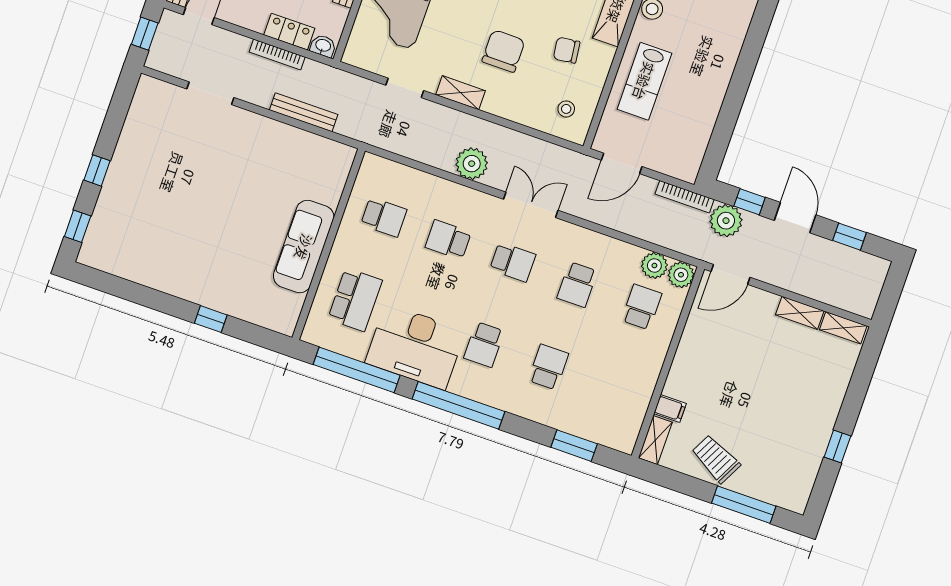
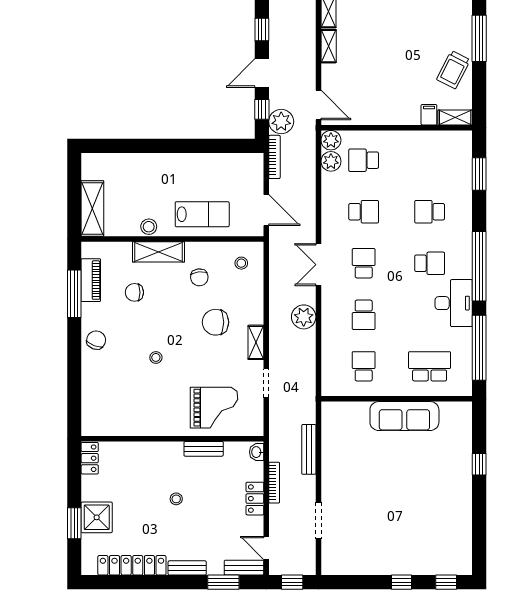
locker: (289, 32) -> (255, 499), moved
desk: (415, 347) -> (454, 303), width x0.73, depth x0.77

